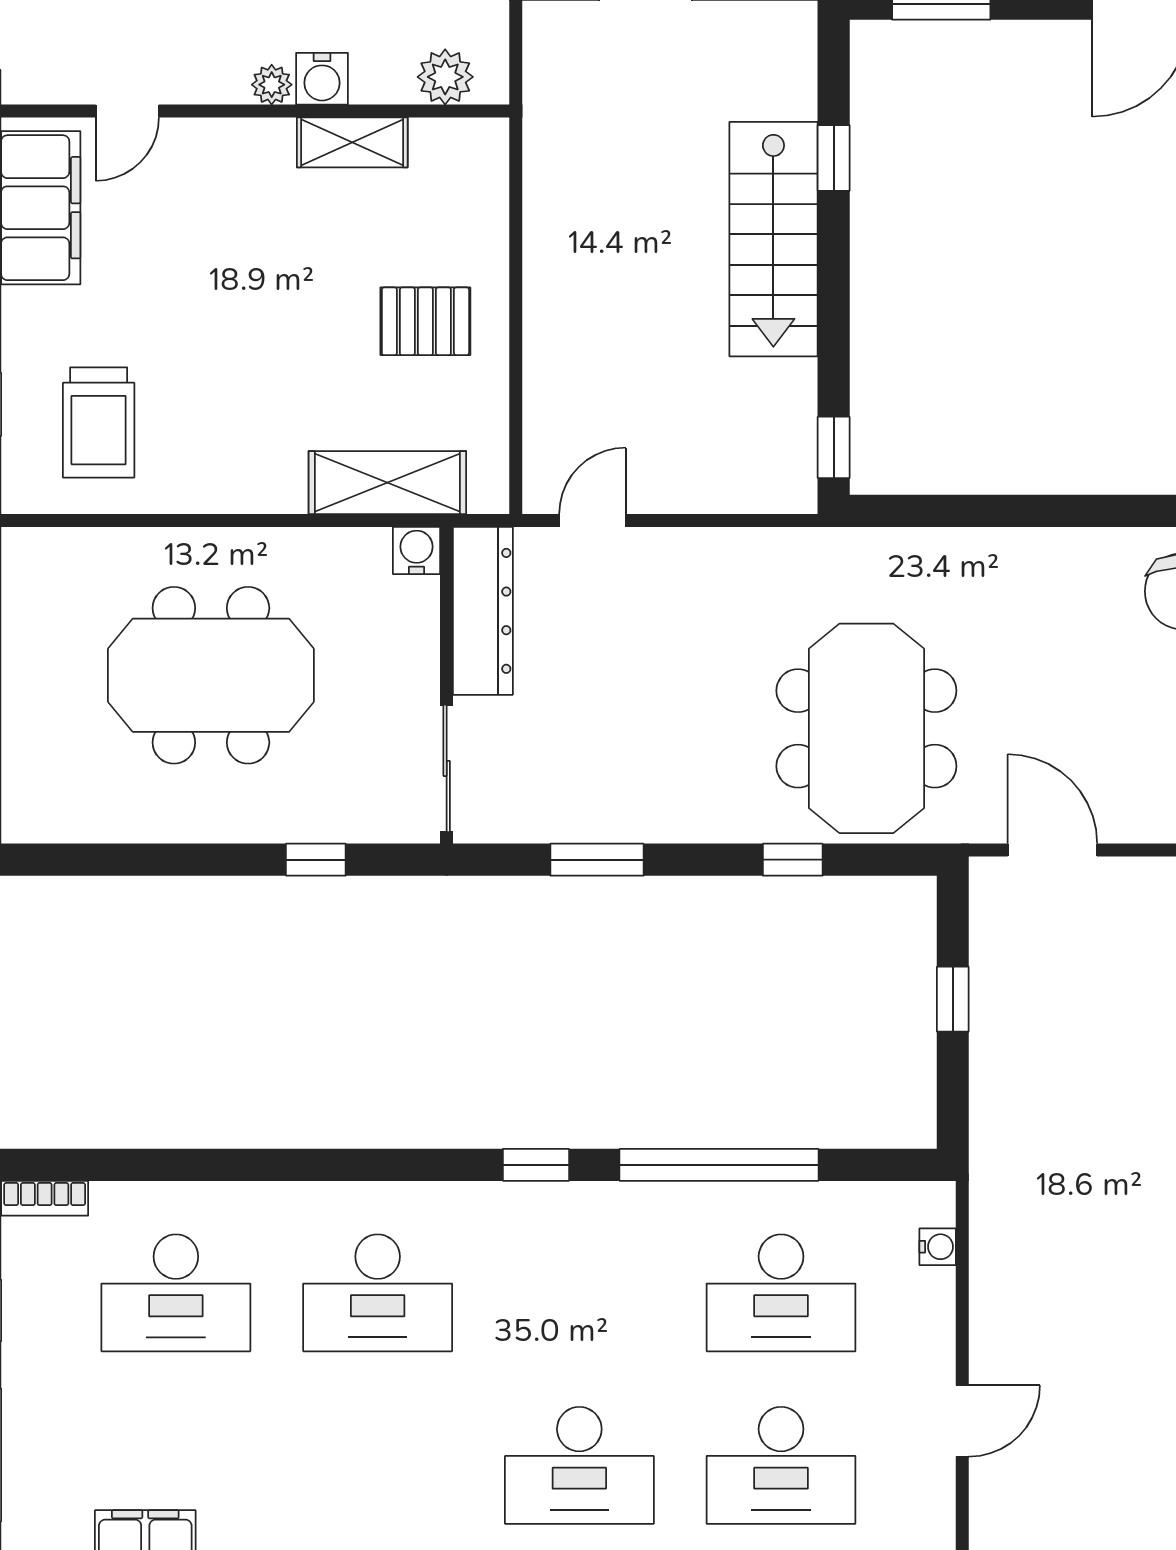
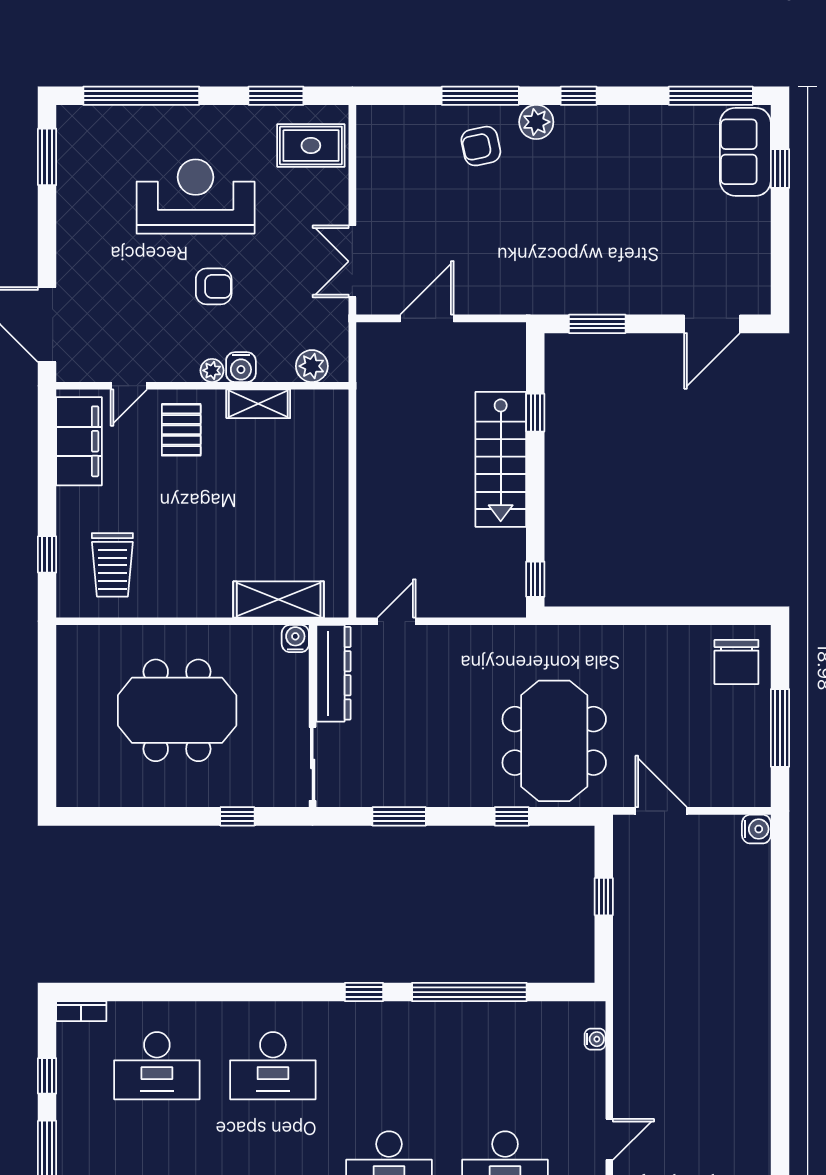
pallet: (425, 321) -> (181, 430), moved, turned 90
desk: (781, 1293) -> (505, 1066), removed

